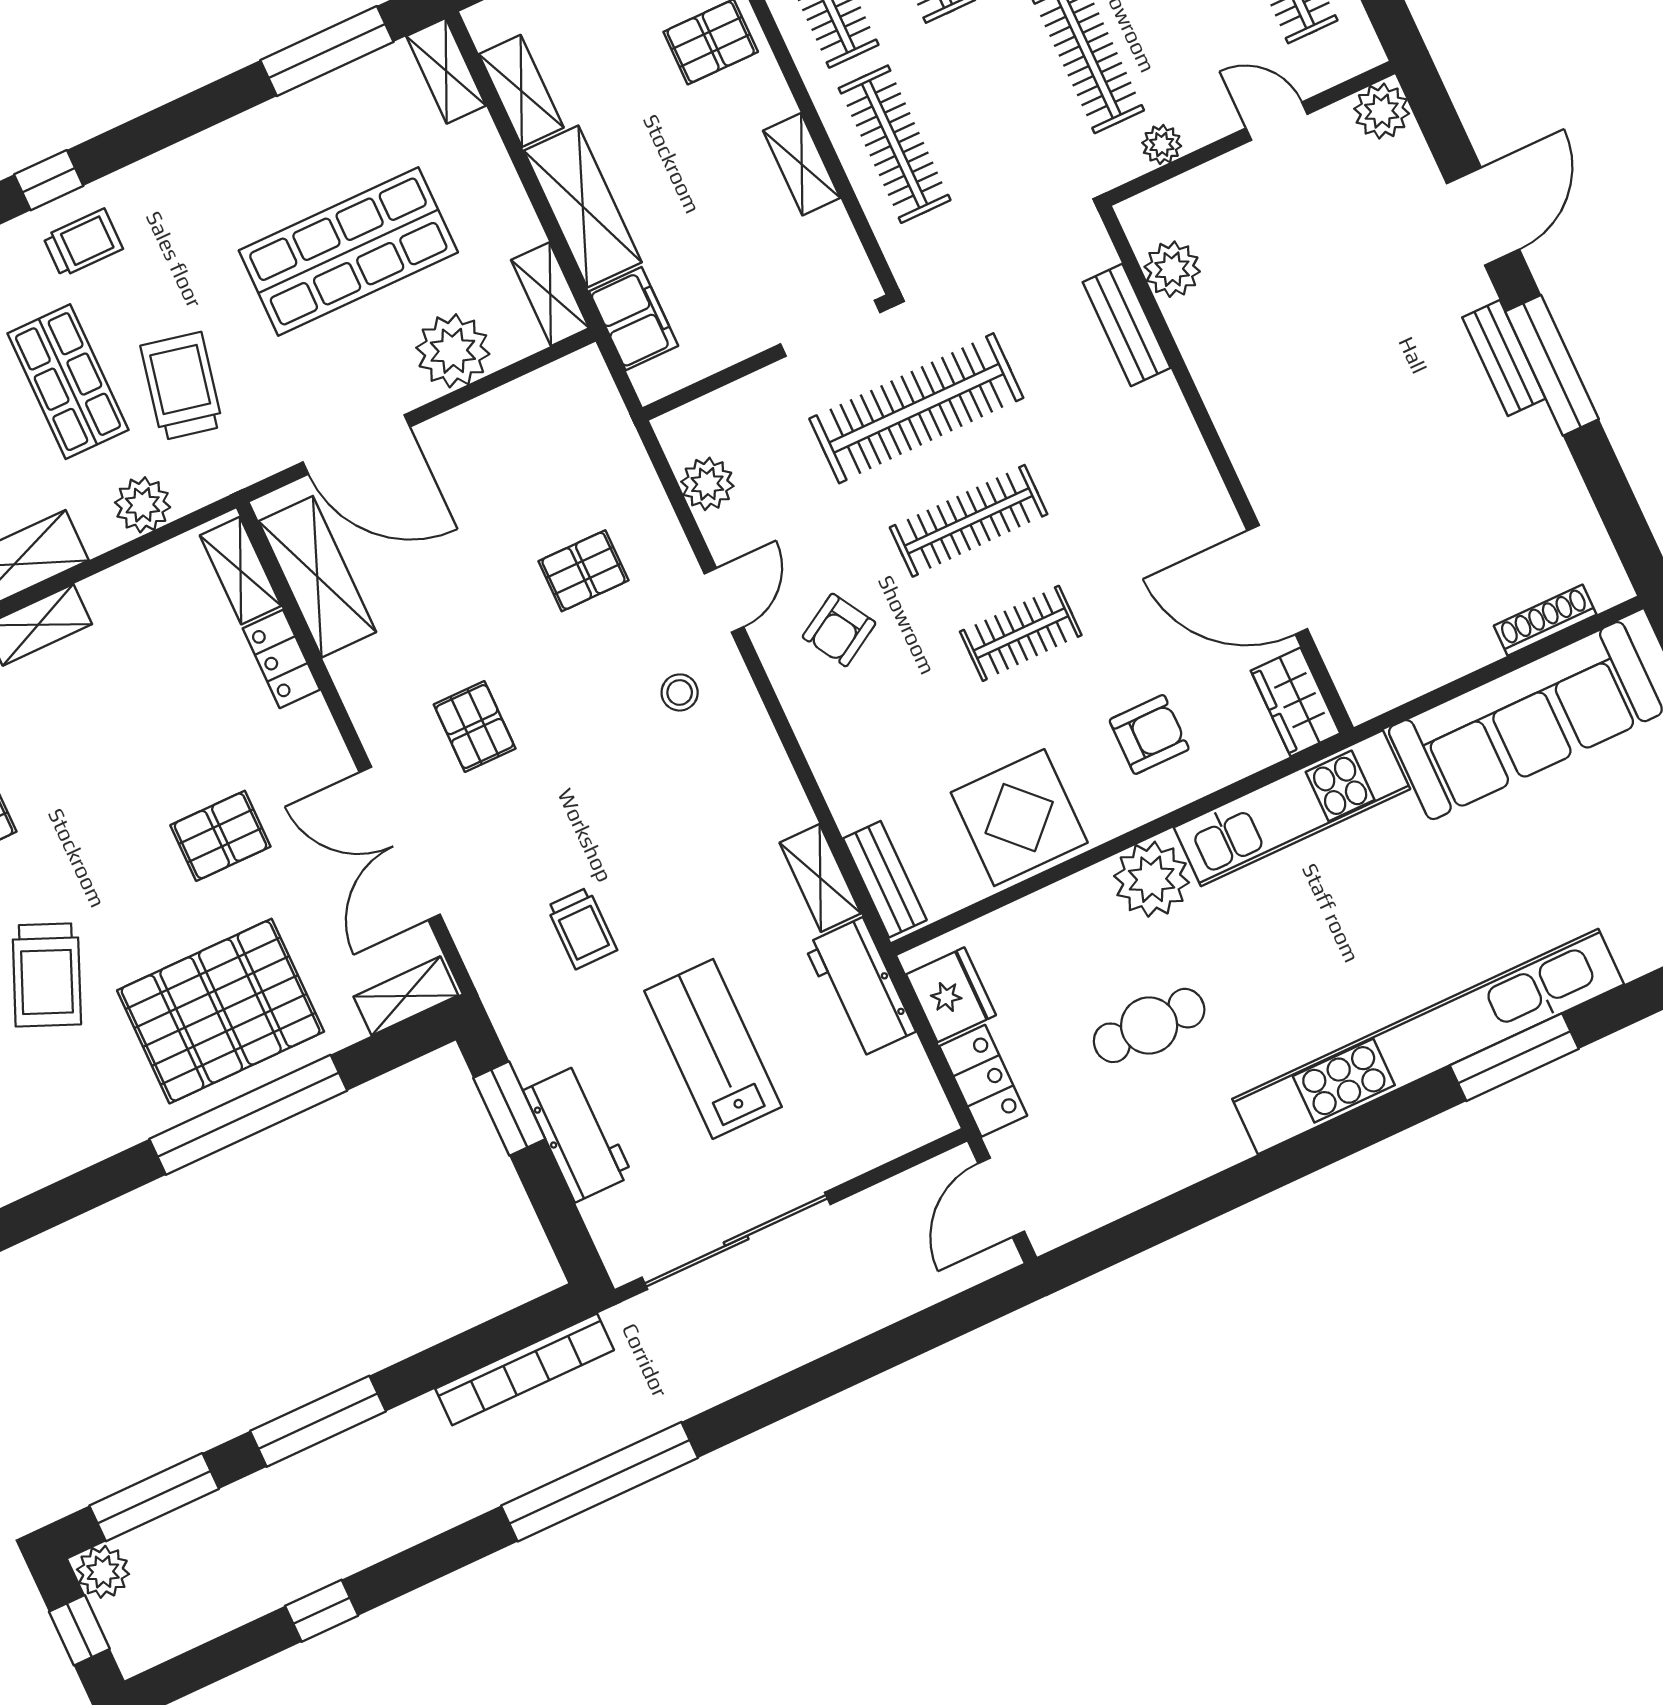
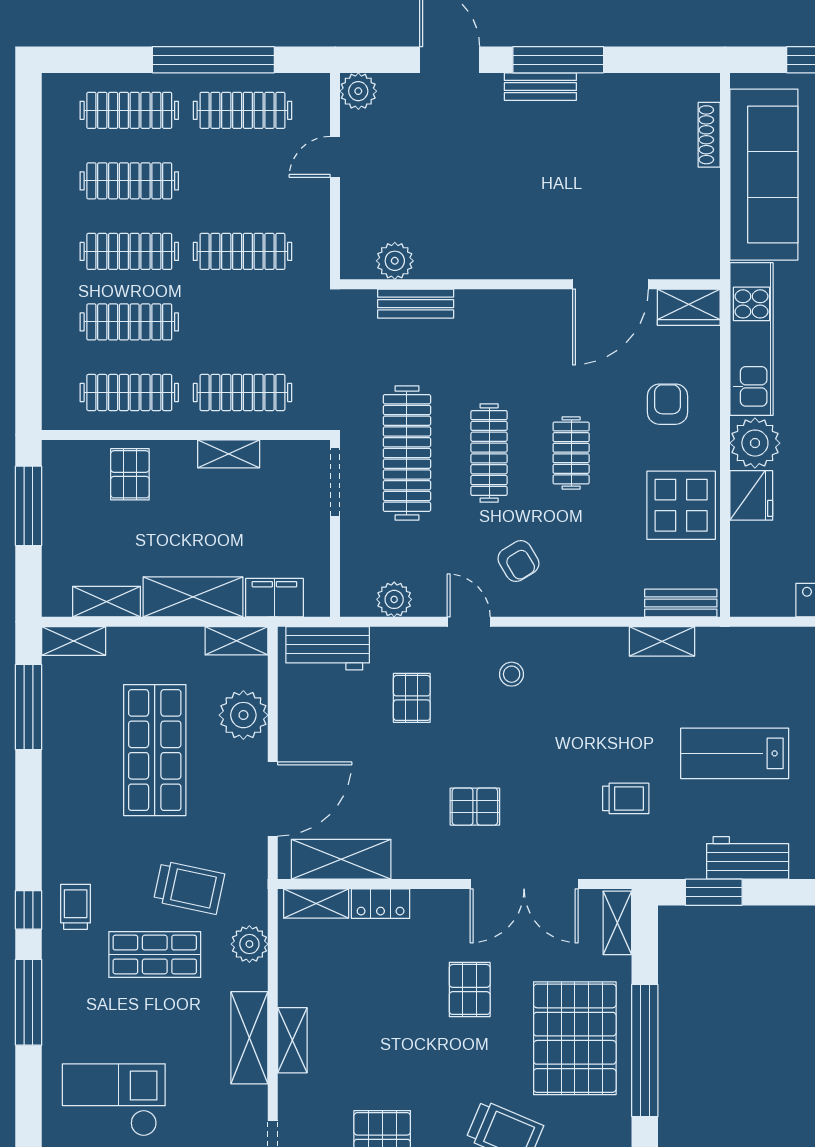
plant: (1162, 144) -> (317, 232), removed
trolley: (182, 386) -> (189, 888), turned 180
workbench: (860, 988) -> (328, 648), moved
fridge: (951, 995) -> (751, 495), moved, turned 90

